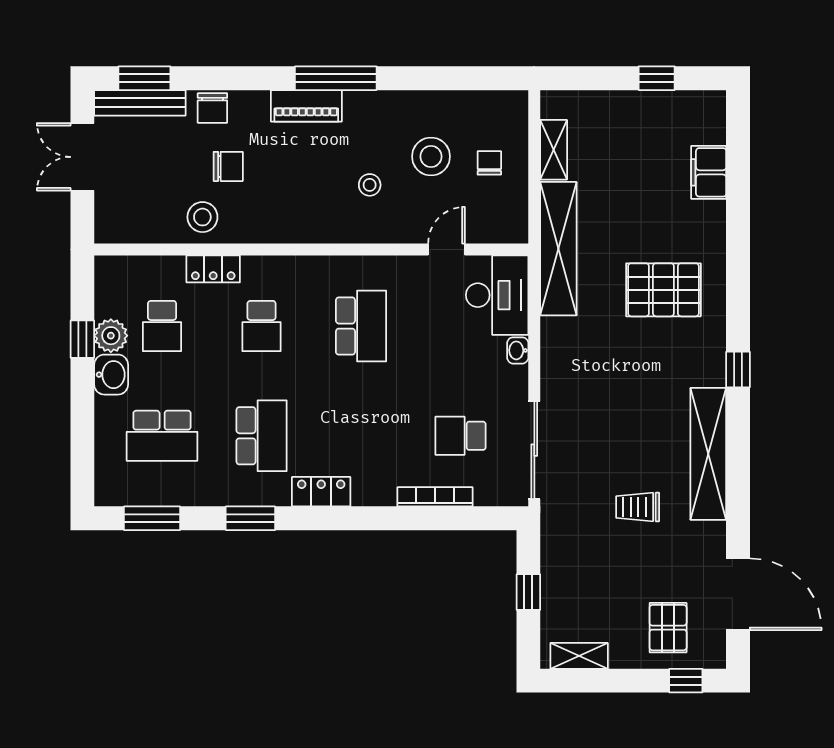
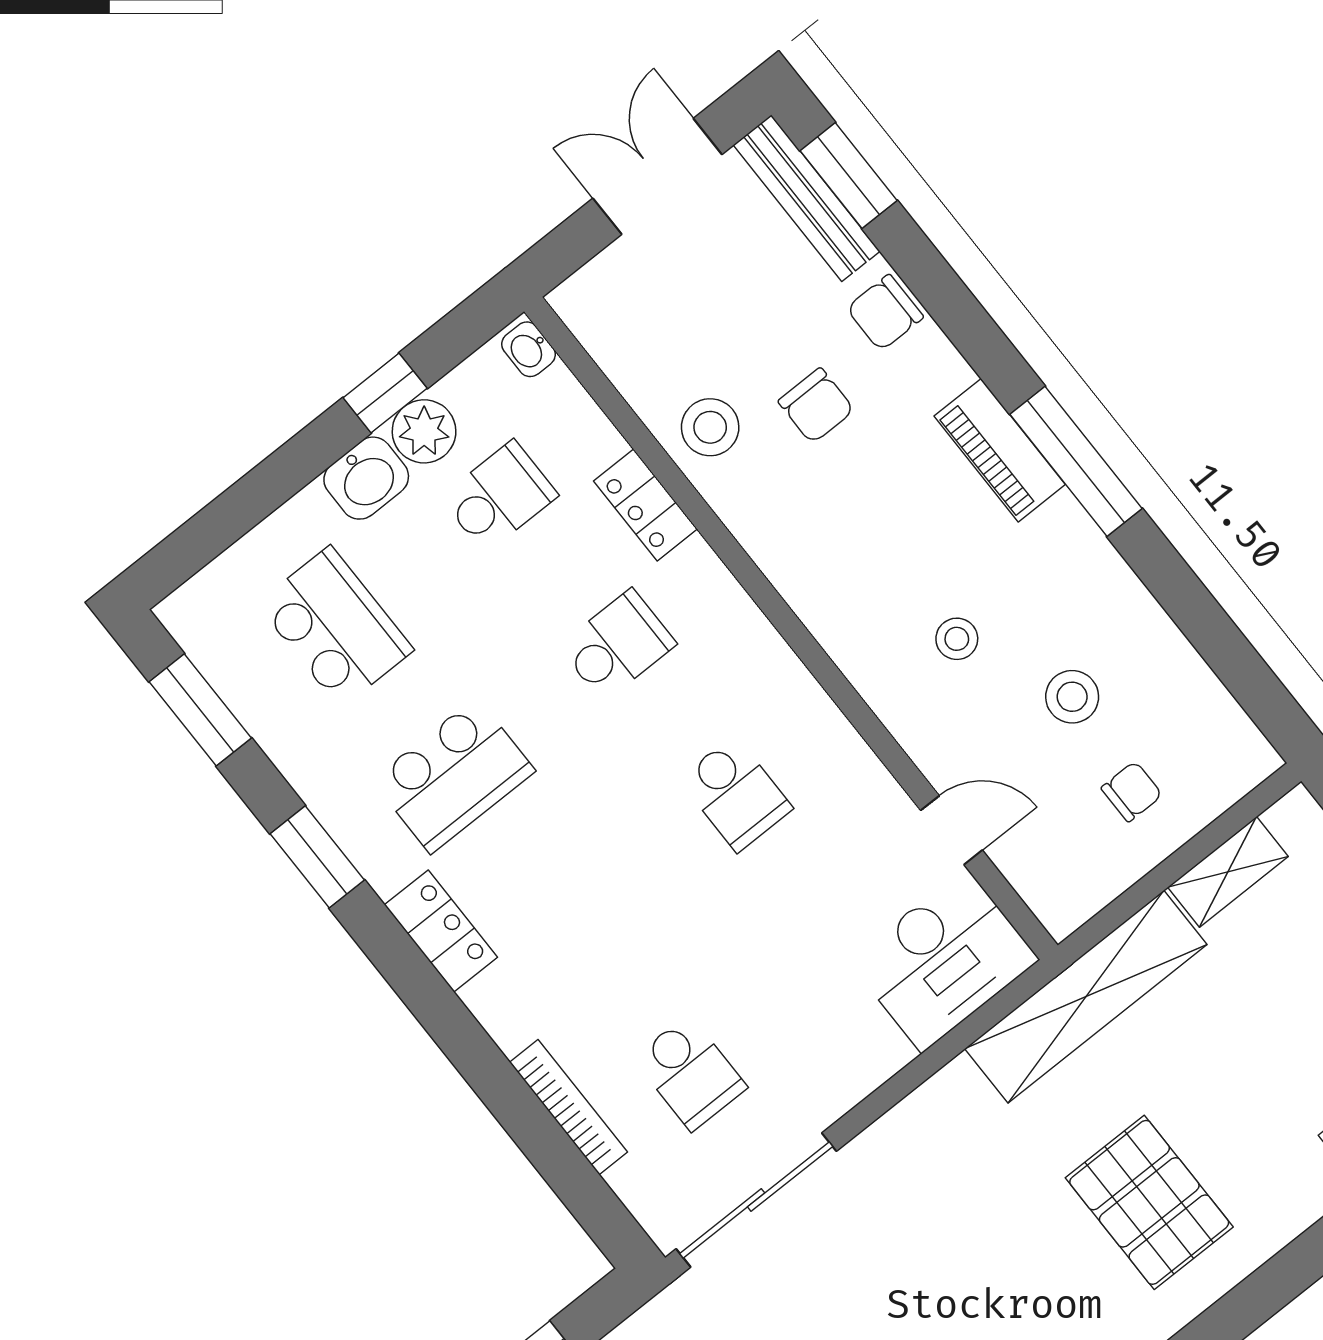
stool: (431, 156) -> (1072, 697), width x0.73, depth x0.73
school desk: (162, 326) -> (499, 496), turned 180
school desk: (262, 326) -> (617, 645), turned 180
school desk: (361, 326) -> (736, 794), width x0.54
washbasin: (518, 350) -> (529, 349), moved, turned -90
school desk: (162, 436) -> (335, 627), turned 180
school desk: (461, 436) -> (690, 1073), turned 180

